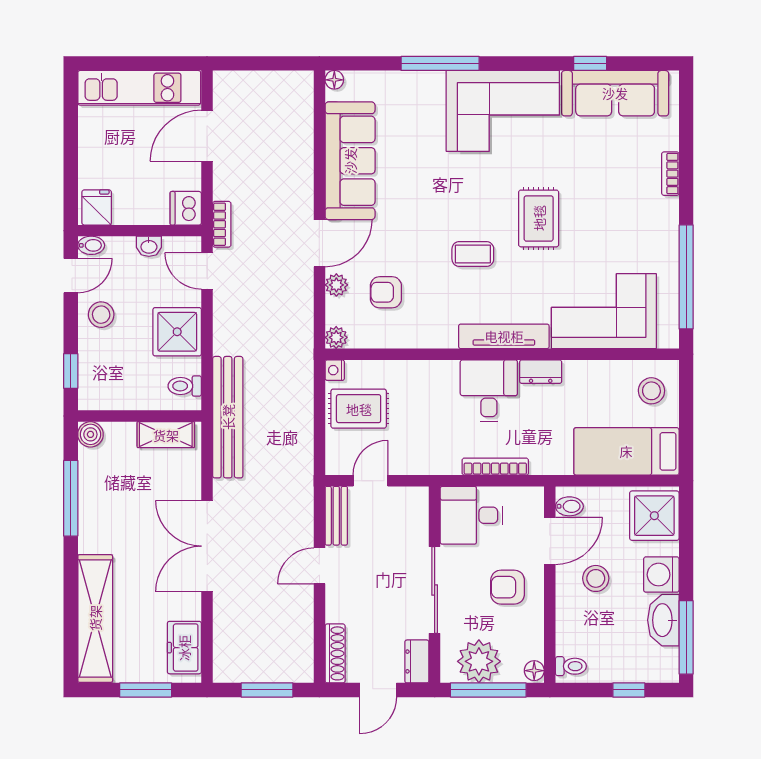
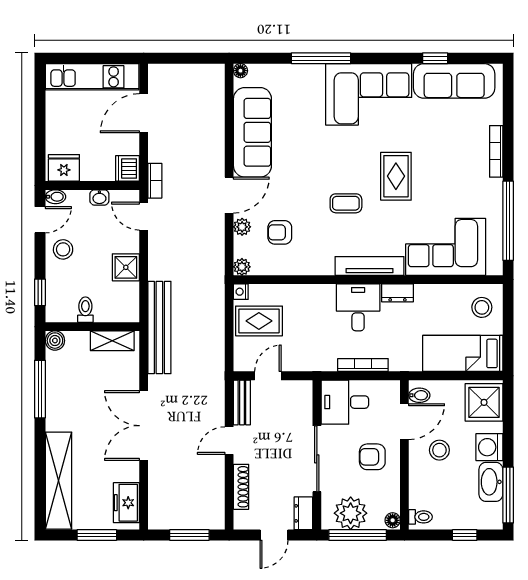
bookcase: (670, 174) -> (496, 151), width x1.56
fridge: (97, 207) -> (64, 168), width x1.38
shower: (177, 332) -> (126, 267), width x0.73, depth x0.73
toilet: (185, 386) -> (85, 310), moved, turned 90
shoe rack: (335, 653) -> (241, 487), moved

